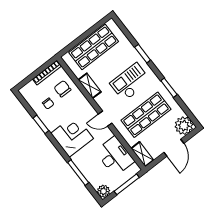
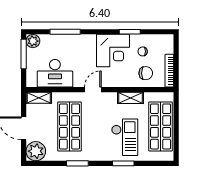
checkout: (130, 82) -> (125, 137), moved
corner desk: (72, 136) -> (113, 51), moved
window: (127, 184) -> (24, 54), moved

